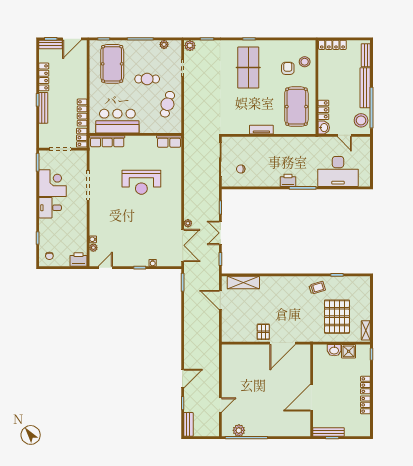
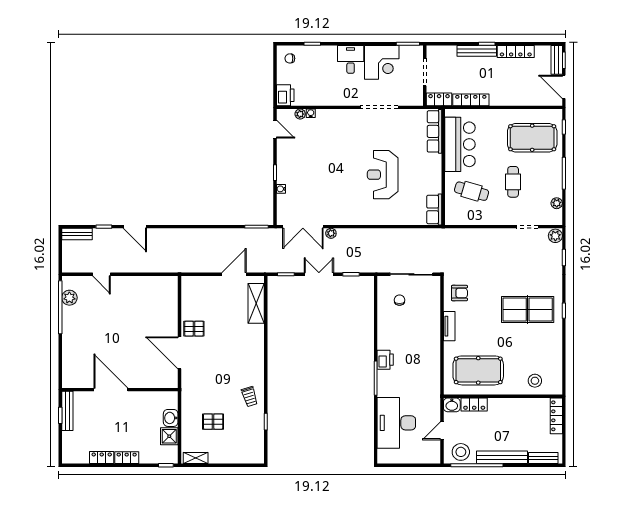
armchair: (288, 68) -> (459, 293), moved
cafe table: (167, 104) -> (472, 191), moved
pallet: (337, 317) -> (213, 422), width x0.49, depth x0.50

